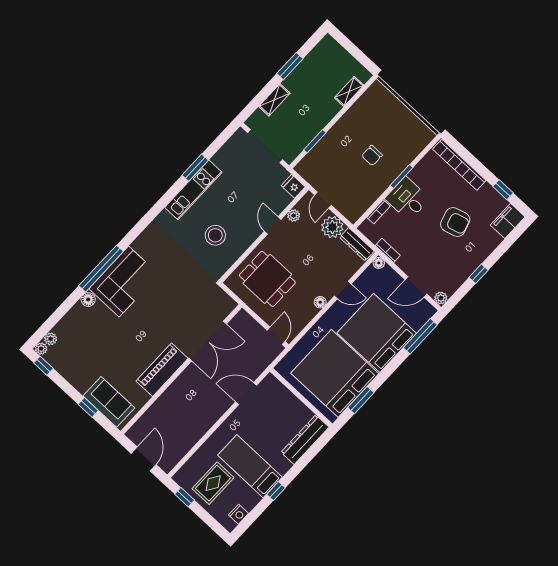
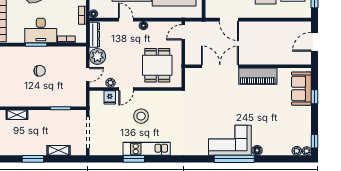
fridge: (293, 186) -> (110, 97), moved
desk: (407, 199) -> (41, 30), width x1.37
stool: (215, 235) -> (141, 116), moved

